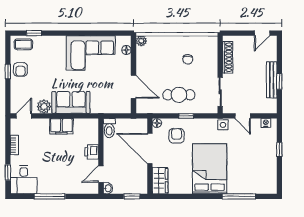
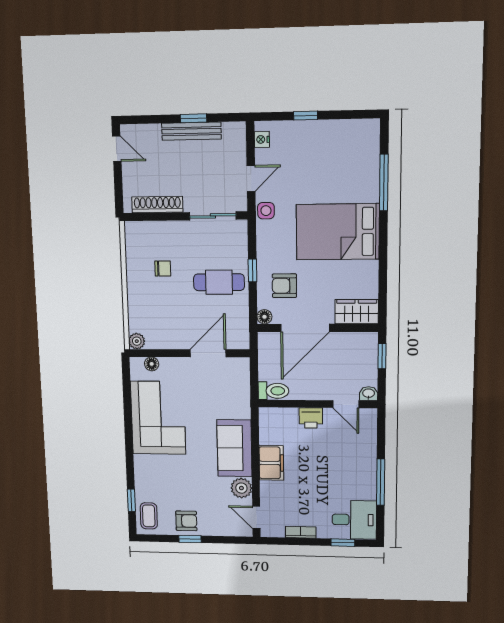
cafe table: (179, 95) -> (219, 282), turned 90

